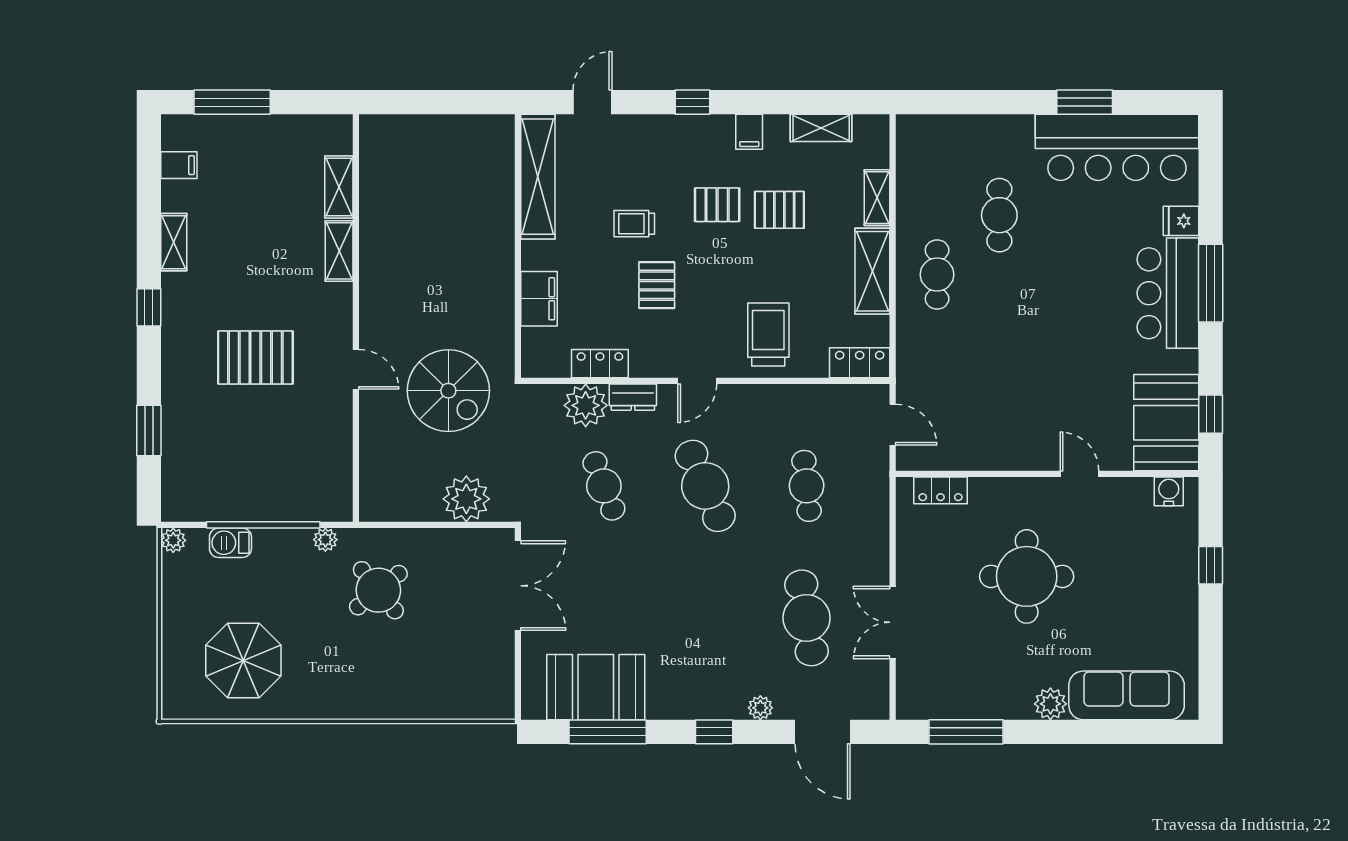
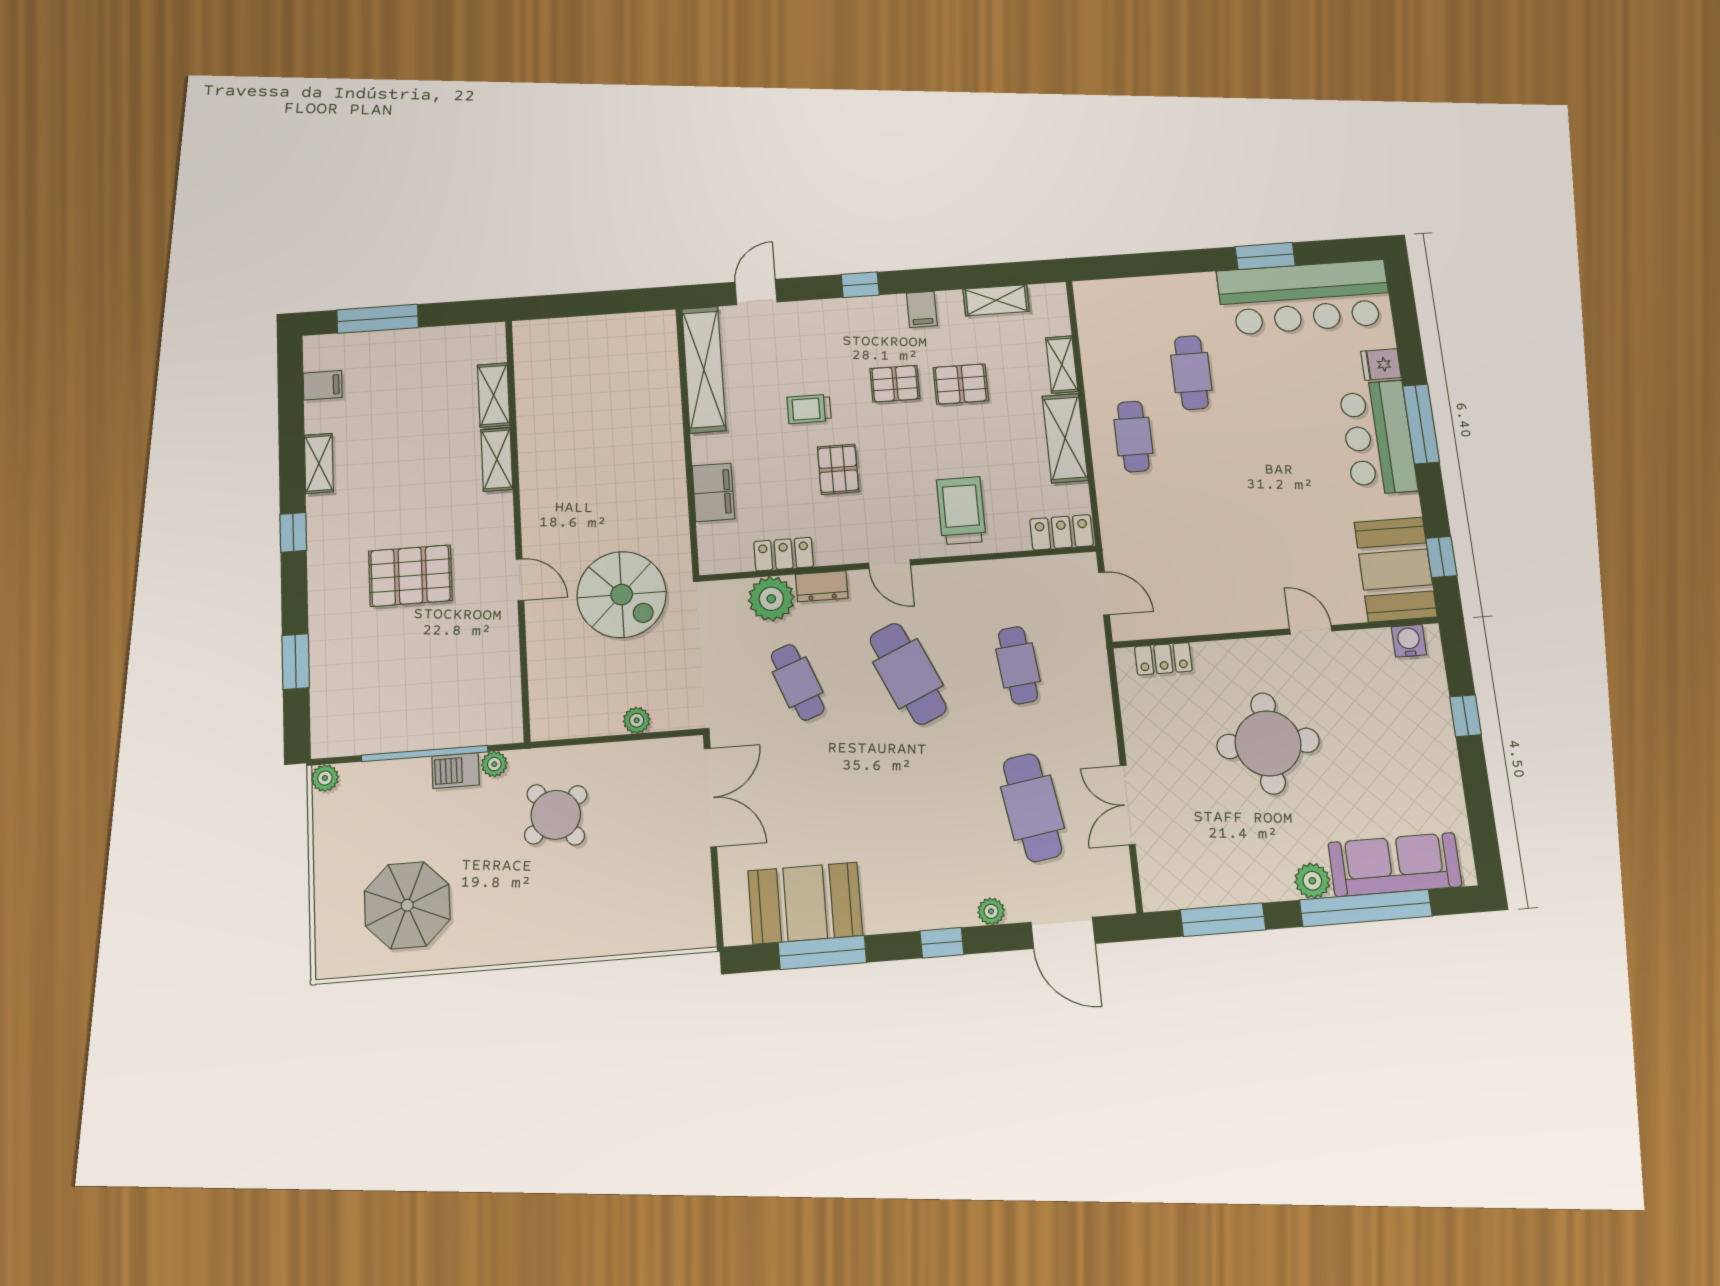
door: (697, 381) -> (890, 564), hinge flipped
plant: (466, 499) -> (637, 720), width x0.53, depth x0.53
barbecue: (230, 543) -> (456, 770), moved
window: (1095, 732) -> (1366, 908), added

